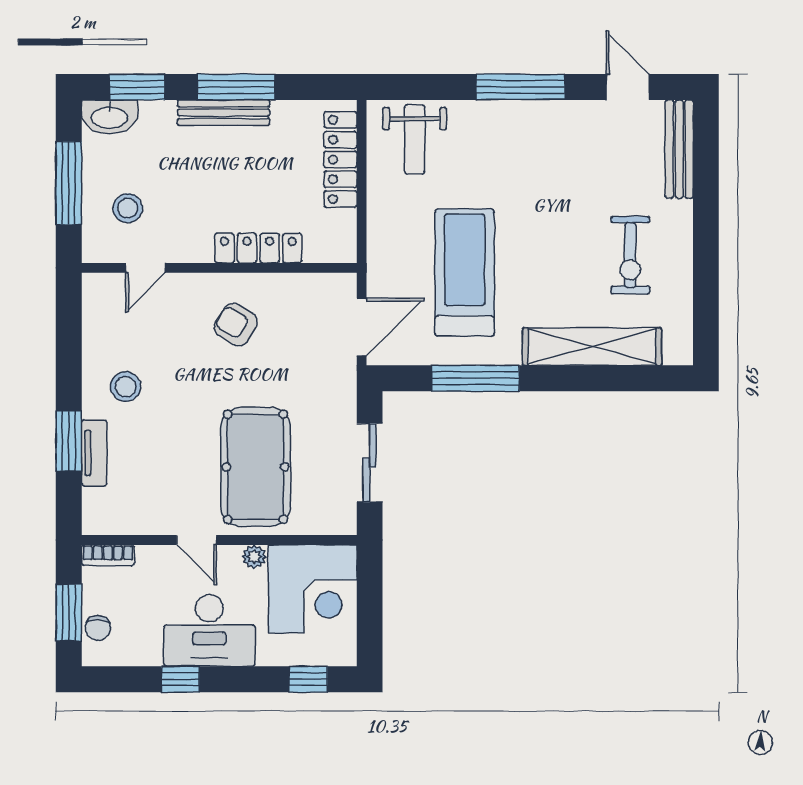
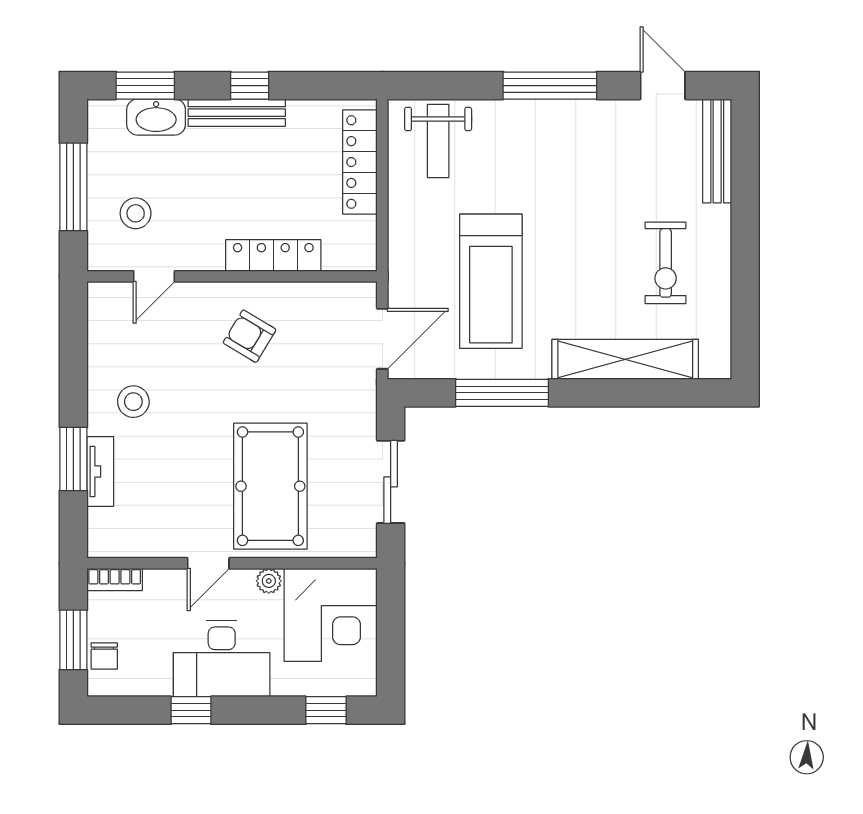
window: (236, 87) -> (250, 86), width x0.46
washbasin: (109, 117) -> (156, 117), moved
treadmill: (465, 272) -> (491, 281), turned 180
door: (197, 540) -> (208, 563), hinge flipped

